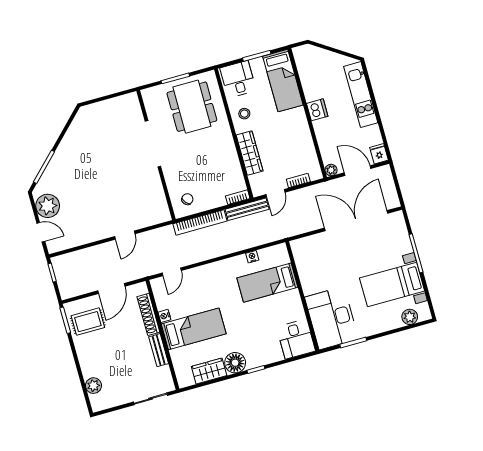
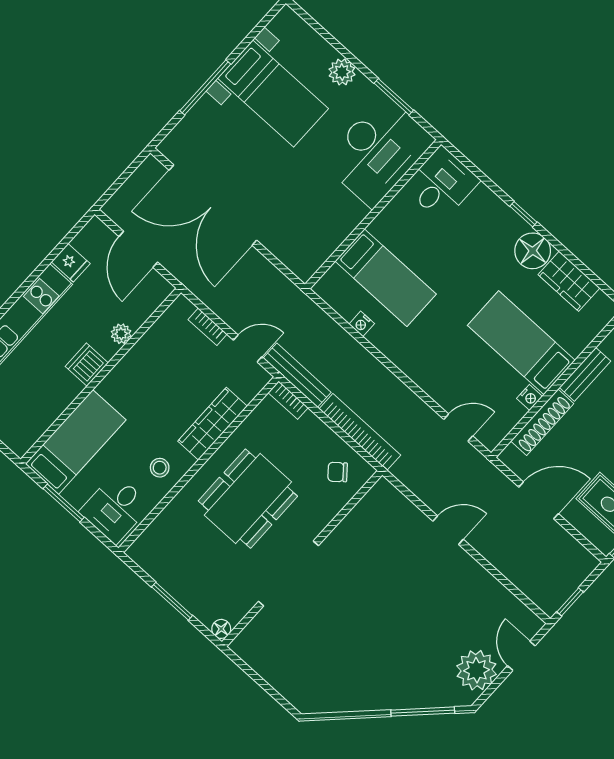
floor lamp: (147, 94) -> (221, 629), added
dining table: (192, 107) -> (248, 499), moved
fridge: (379, 154) -> (71, 263), moved, turned -90
plant: (331, 170) -> (121, 334), moved
plant: (410, 317) -> (342, 72), moved

